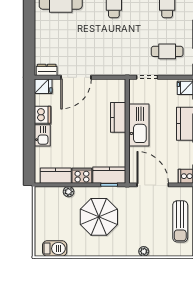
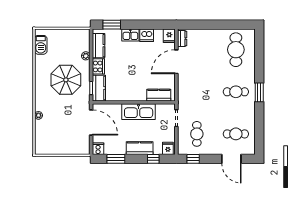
door: (76, 77) -> (176, 62), hinge flipped
kitchen counter: (118, 117) -> (159, 95), moved
window: (29, 159) -> (112, 25), added
door: (153, 185) -> (91, 123), hinge flipped
sun lounger: (180, 221) -> (62, 144), removed

